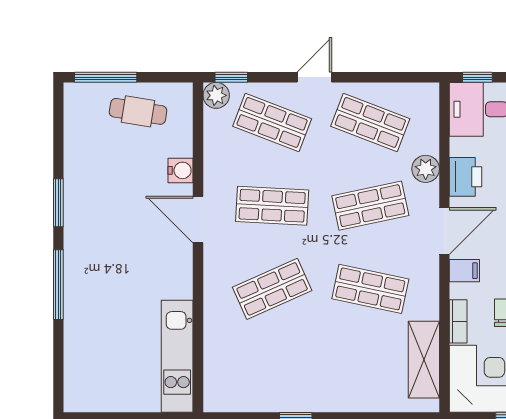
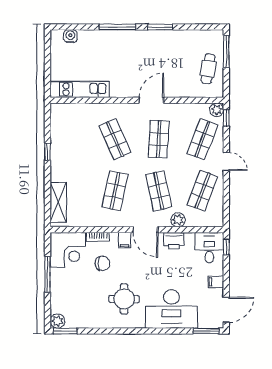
water cooler: (181, 170) -> (70, 36), moved, turned 180
shelving: (424, 360) -> (58, 202), moved, turned 90

